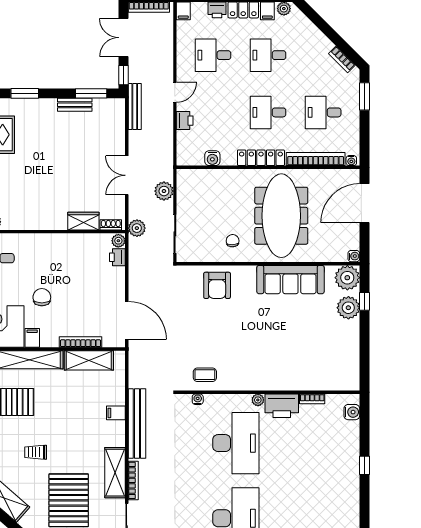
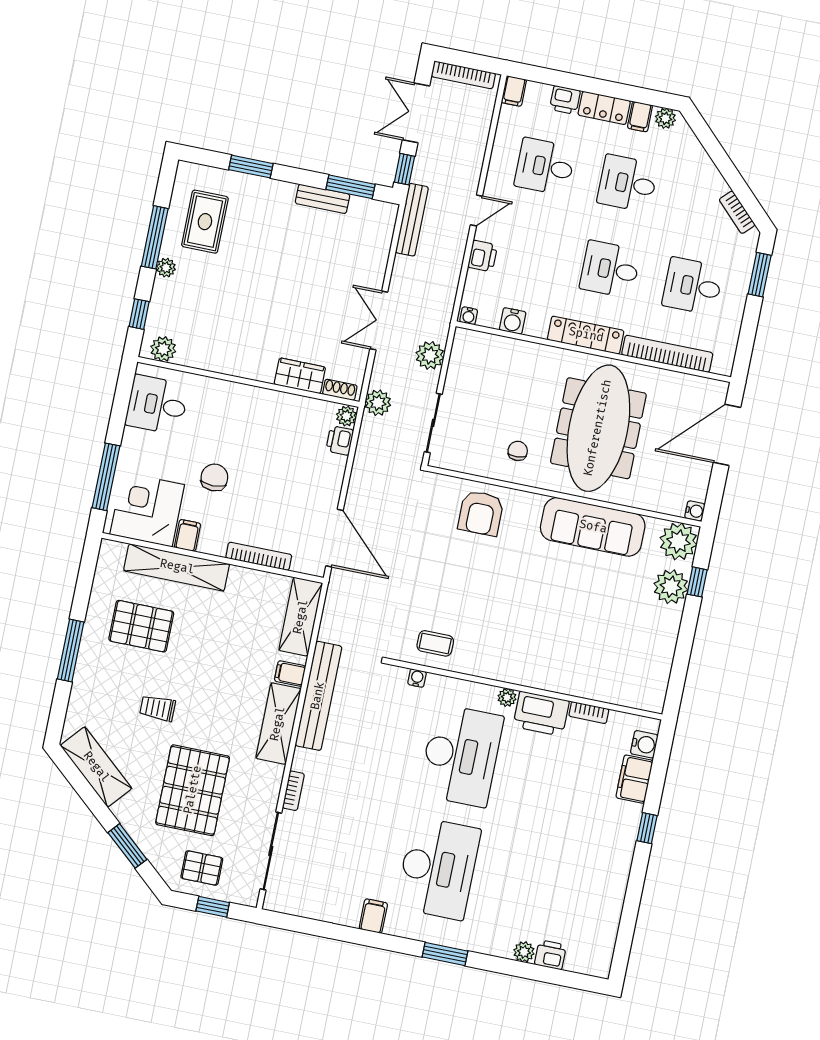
water cooler: (351, 161) -> (469, 316), moved
shelving: (89, 360) -> (301, 617), moved, turned 90
filing cabinet: (350, 436) -> (634, 779), added
shelving: (115, 473) -> (278, 724), moved
bookcase: (133, 480) -> (293, 791), width x0.64

